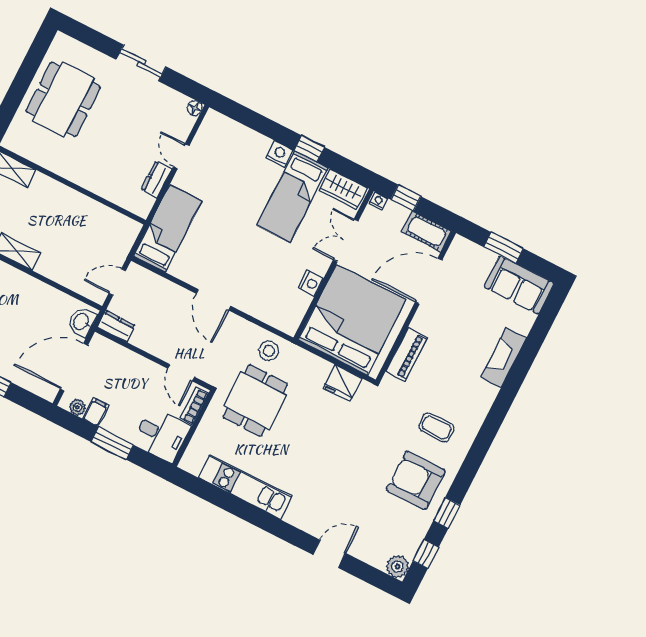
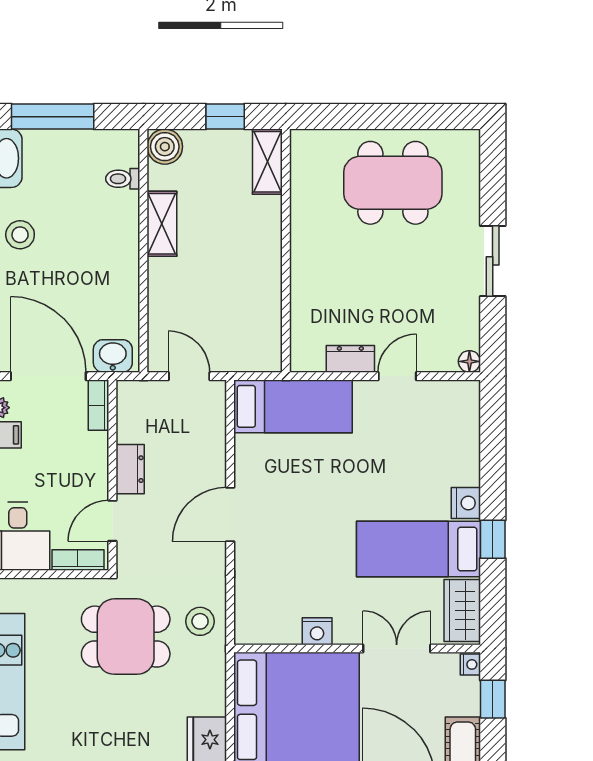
dresser: (116, 326) -> (130, 469), moved
bookcase: (107, 346) -> (99, 405), added

